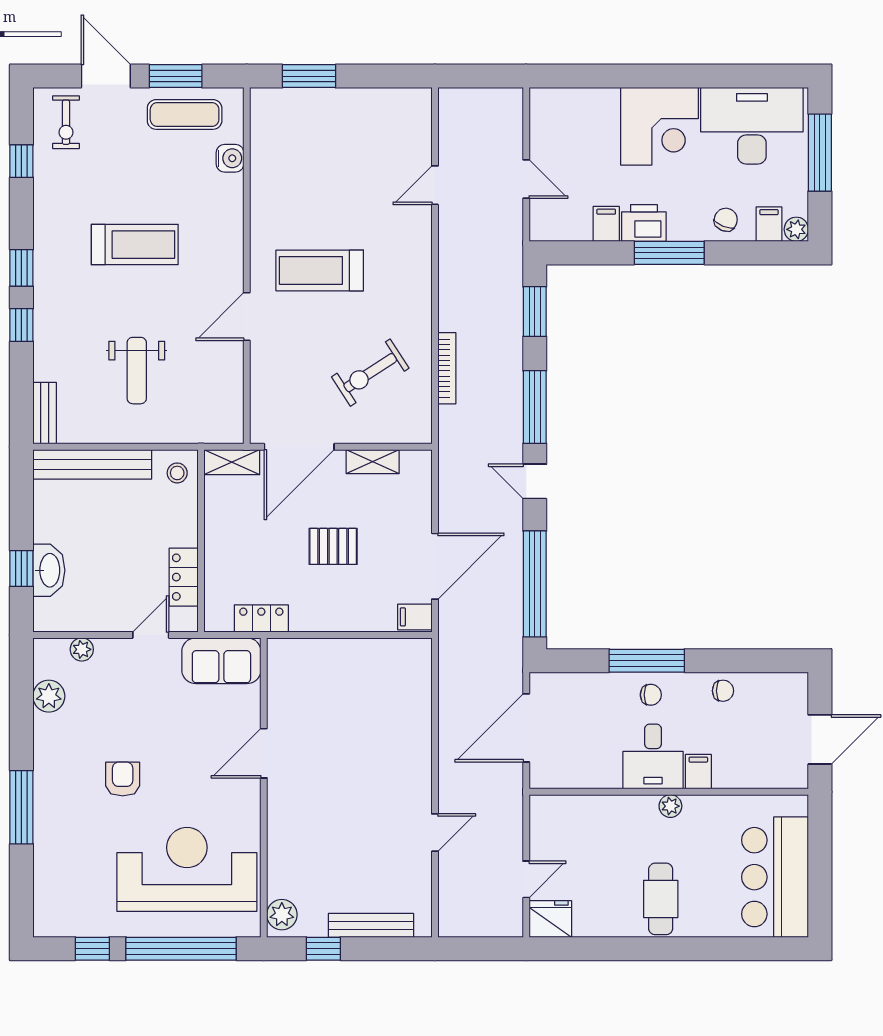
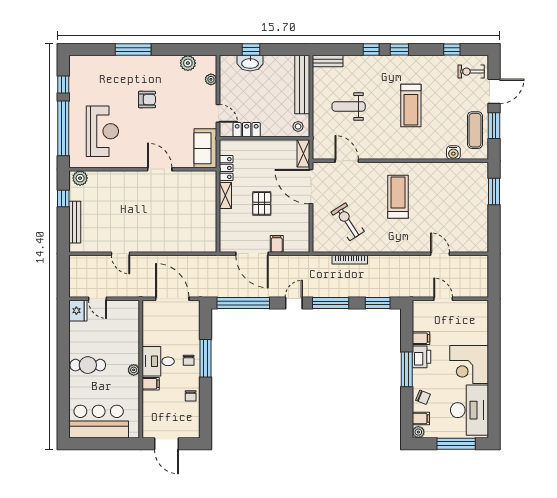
door: (526, 179) -> (443, 299), swing flipped
door: (247, 316) -> (347, 161), moved
shelving: (373, 462) -> (225, 196), moved
filing cabinet: (415, 617) -> (277, 244), moved
reception desk: (187, 869) -> (102, 131), width x0.74, depth x0.77

